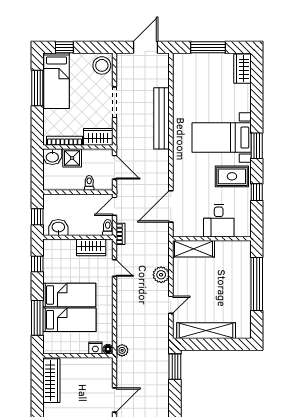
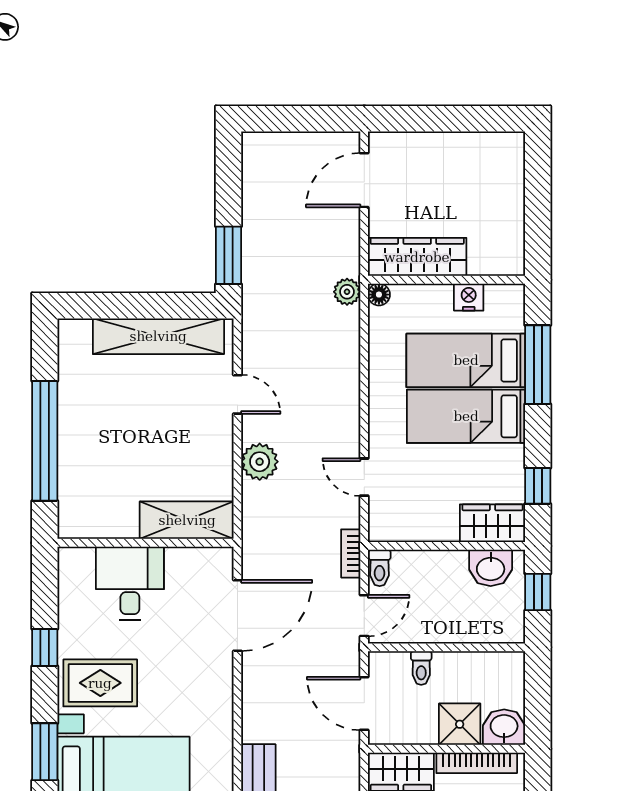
wardrobe: (91, 247) -> (492, 523), moved
door: (171, 305) -> (237, 394), swing flipped
nightstand: (95, 348) -> (469, 297), moved
wardrobe: (51, 381) -> (417, 257), moved, turned 90

